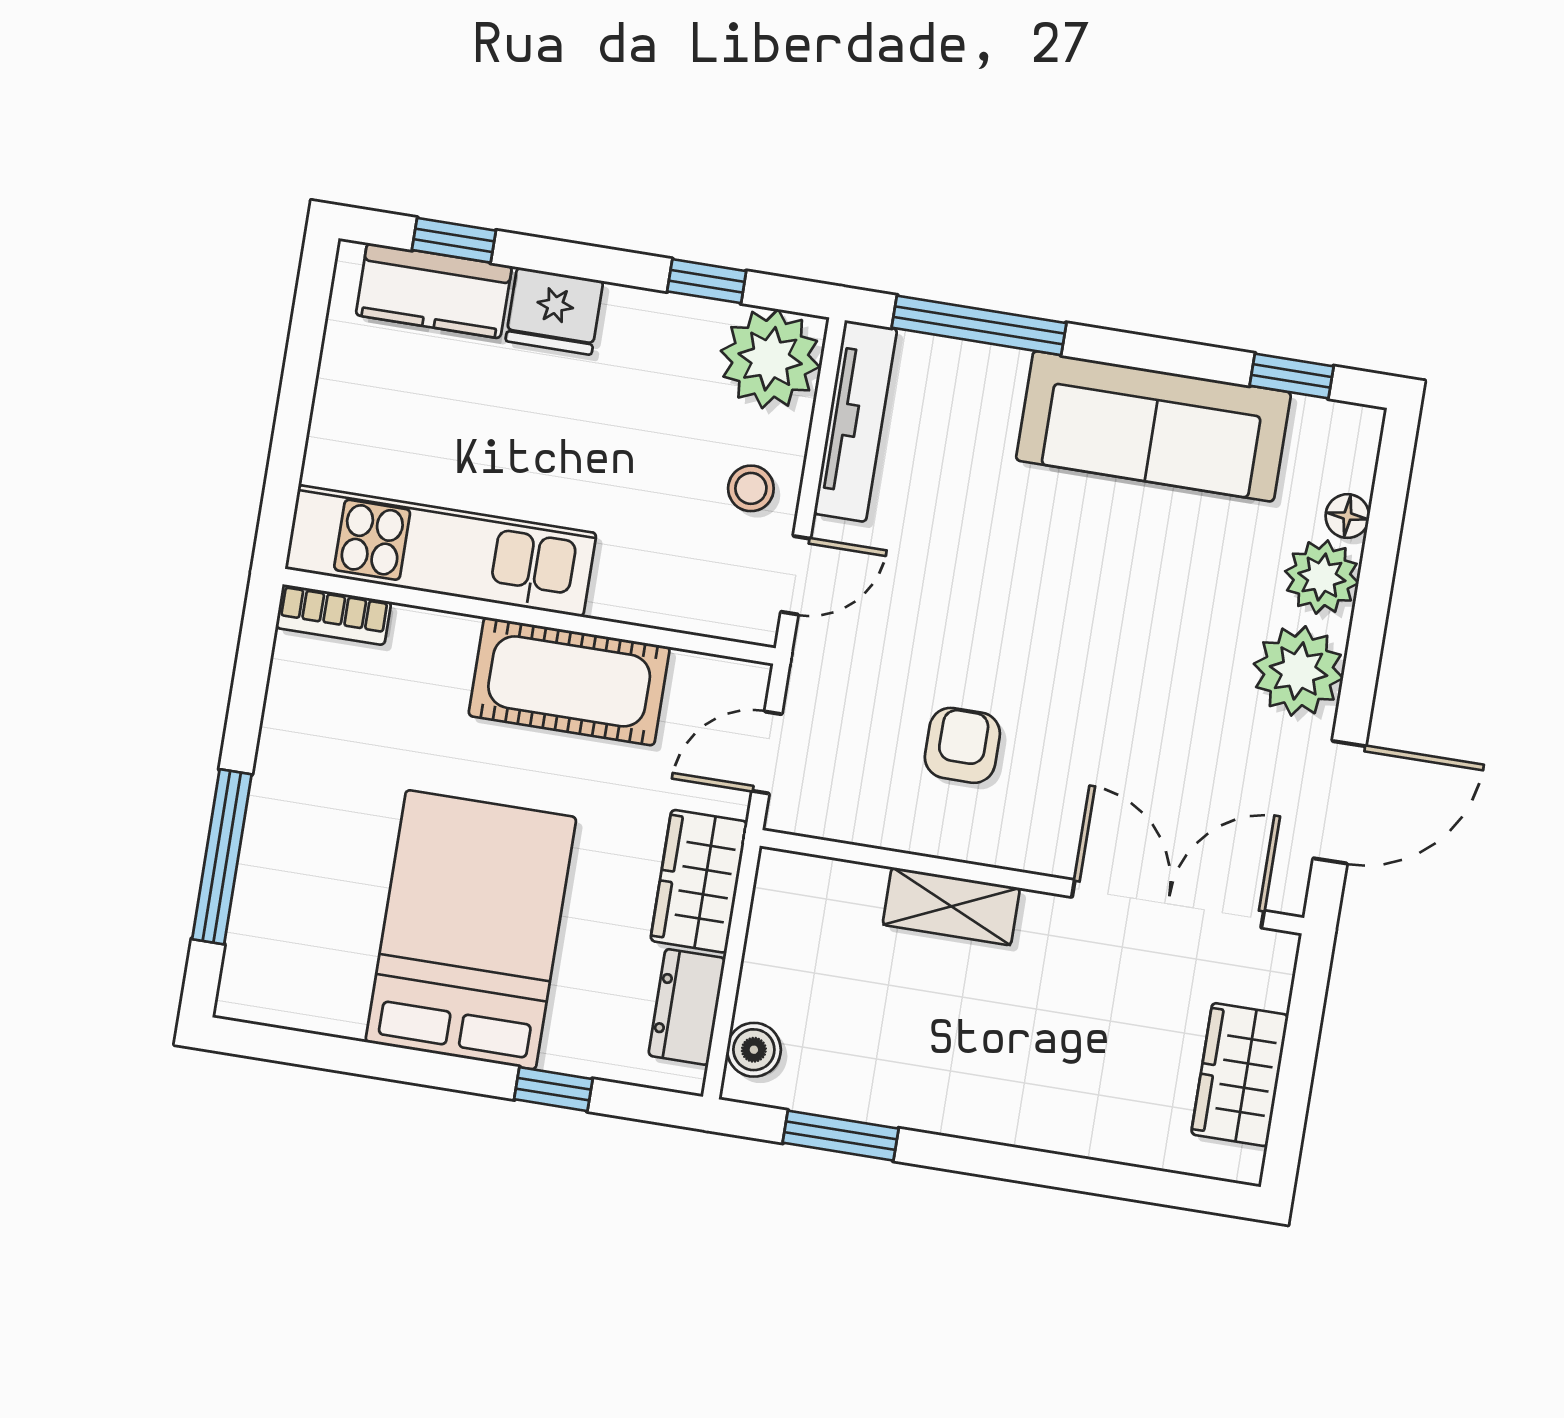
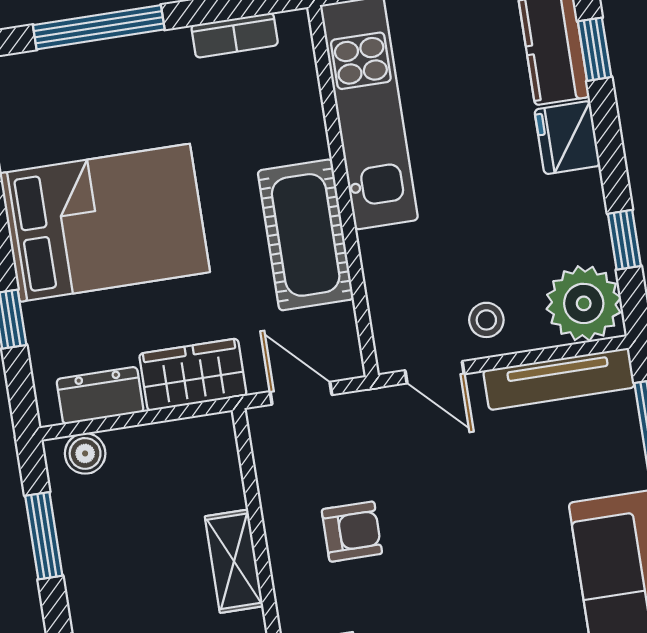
bookcase: (333, 615) -> (235, 35), moved, turned -90

